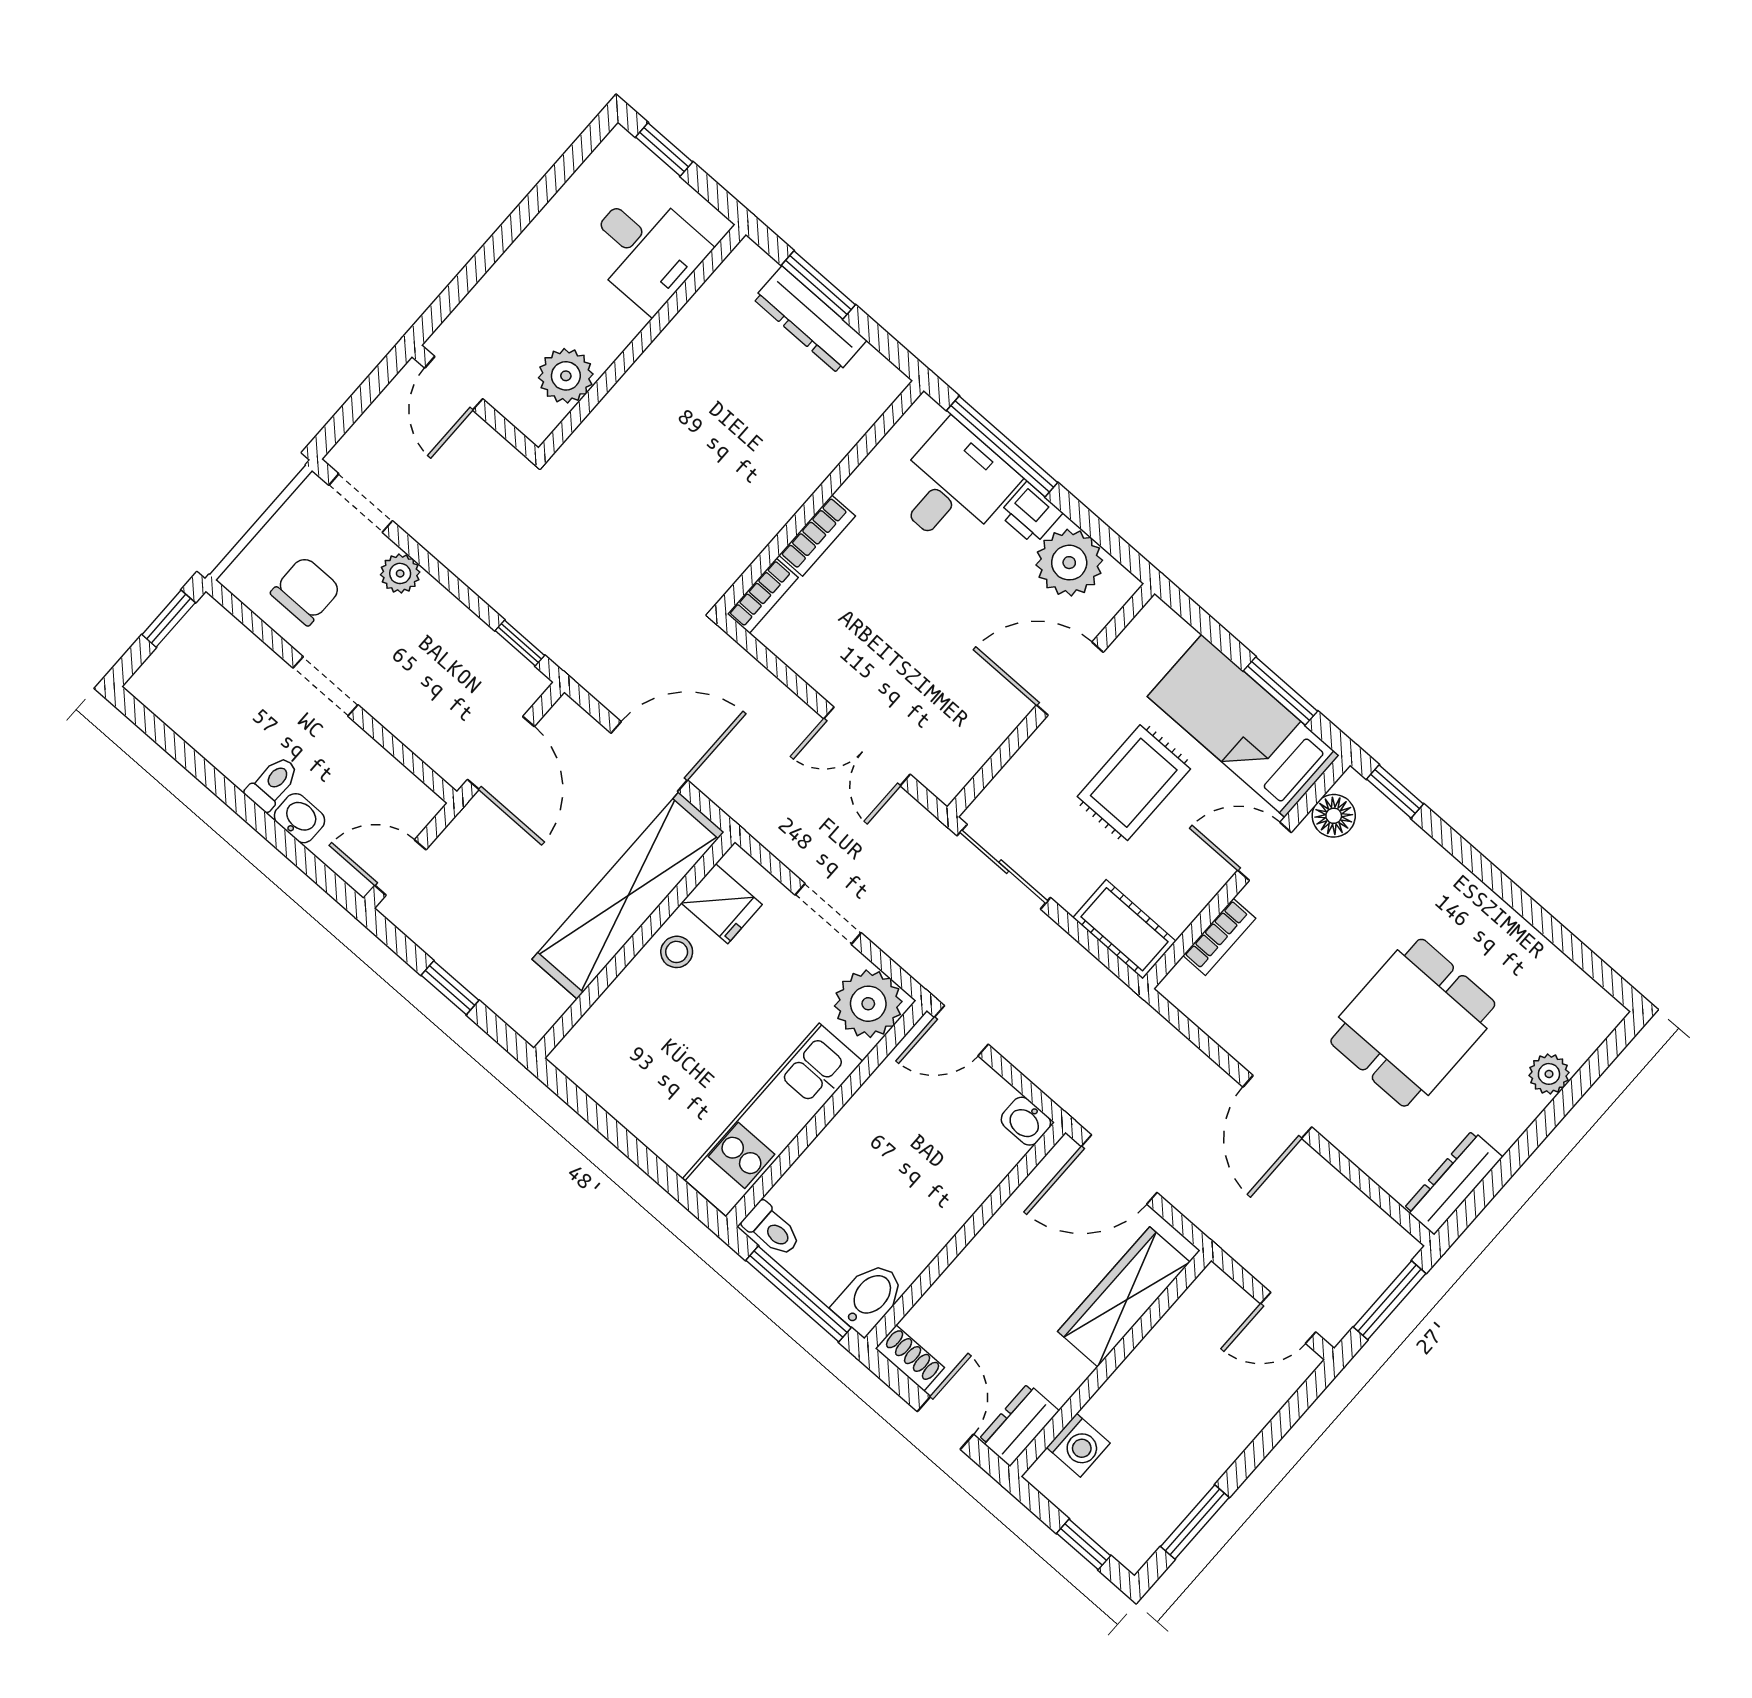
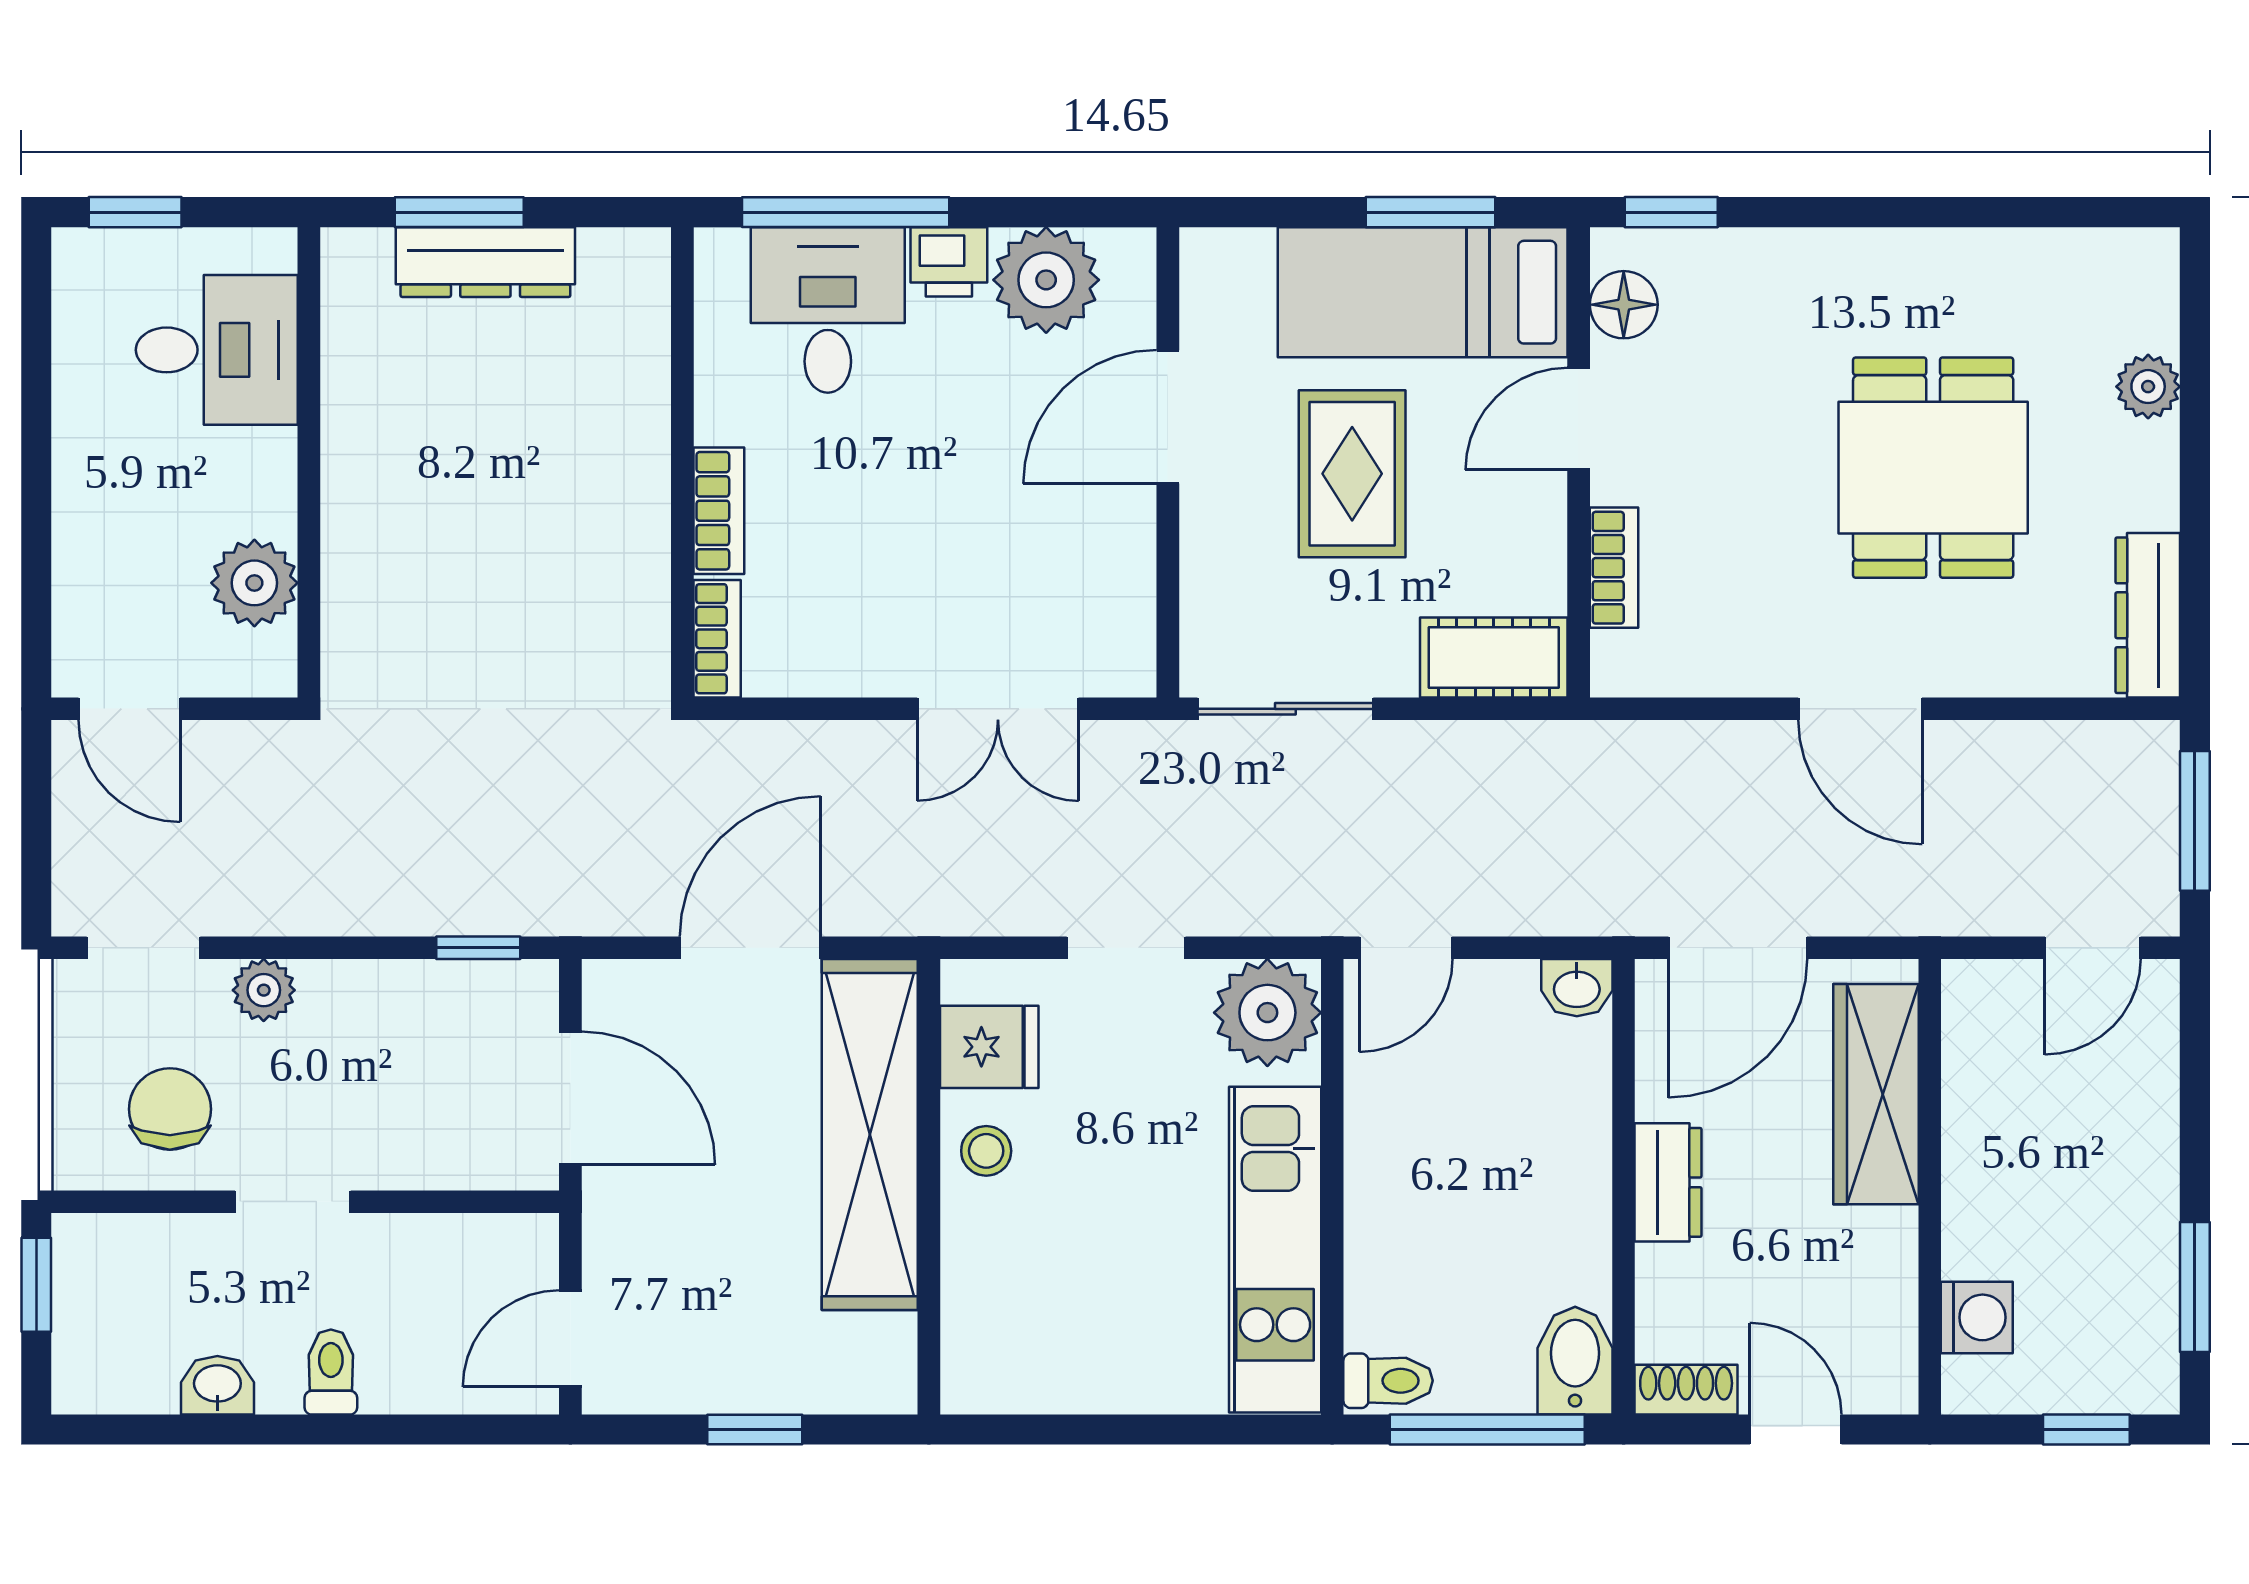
washbasin: (300, 818) -> (217, 1385), moved
dresser: (1019, 1425) -> (1668, 1182), moved, turned 180

